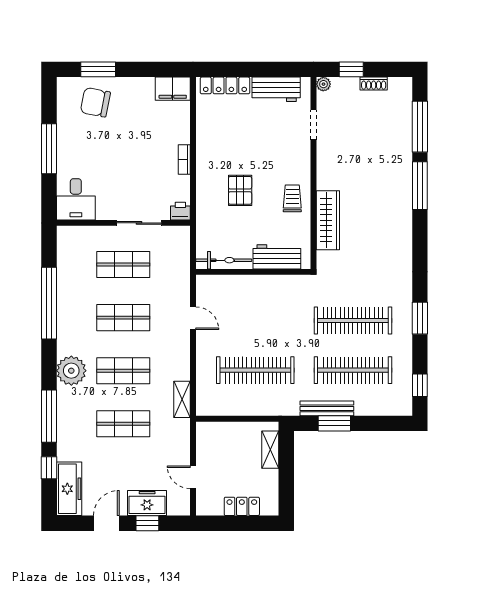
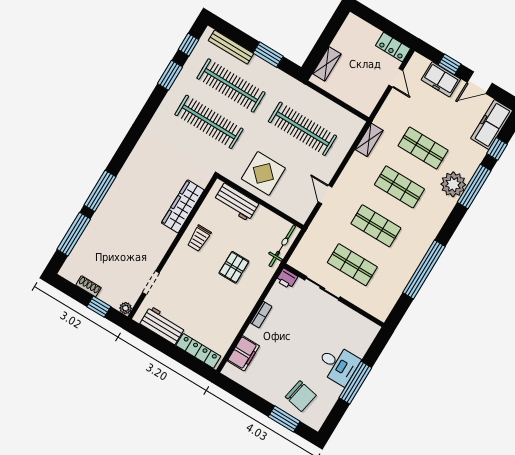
filing cabinet: (173, 89) -> (243, 353), moved, turned 90
desk: (76, 199) -> (338, 364), moved, turned 90
bicycle: (224, 260) -> (282, 246), moved, turned 90
display table: (267, 302) -> (263, 173), added
window: (420, 318) -> (170, 75), moved
plant: (71, 371) -> (453, 184), moved
bench: (327, 408) -> (231, 47), moved
locker: (242, 506) -> (393, 47), moved

